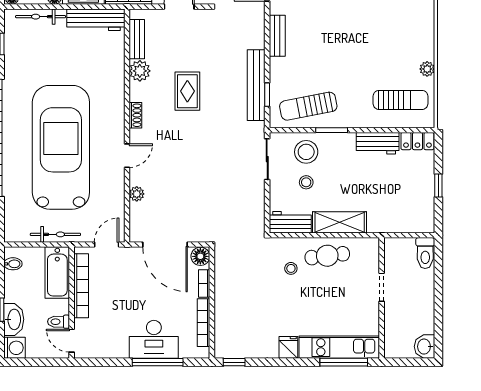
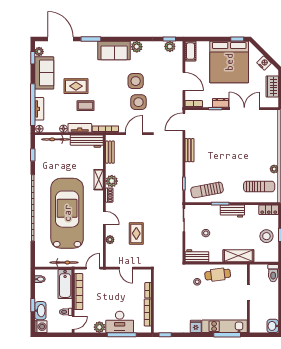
plant: (140, 71) -> (112, 181), moved
bench: (256, 85) -> (178, 178), removed
shelving: (117, 88) -> (99, 180), added
rug: (187, 91) -> (136, 233), moved
workbench: (378, 143) -> (232, 211), moved
stool: (306, 152) -> (266, 236), moved
door: (127, 156) -> (104, 218), hinge flipped
shelving: (340, 222) -> (238, 256), moved
door: (165, 245) -> (126, 268), width x0.53
floor lamp: (200, 256) -> (146, 275), removed
door: (72, 341) -> (73, 323), swing flipped
plant: (118, 349) -> (99, 327), added

